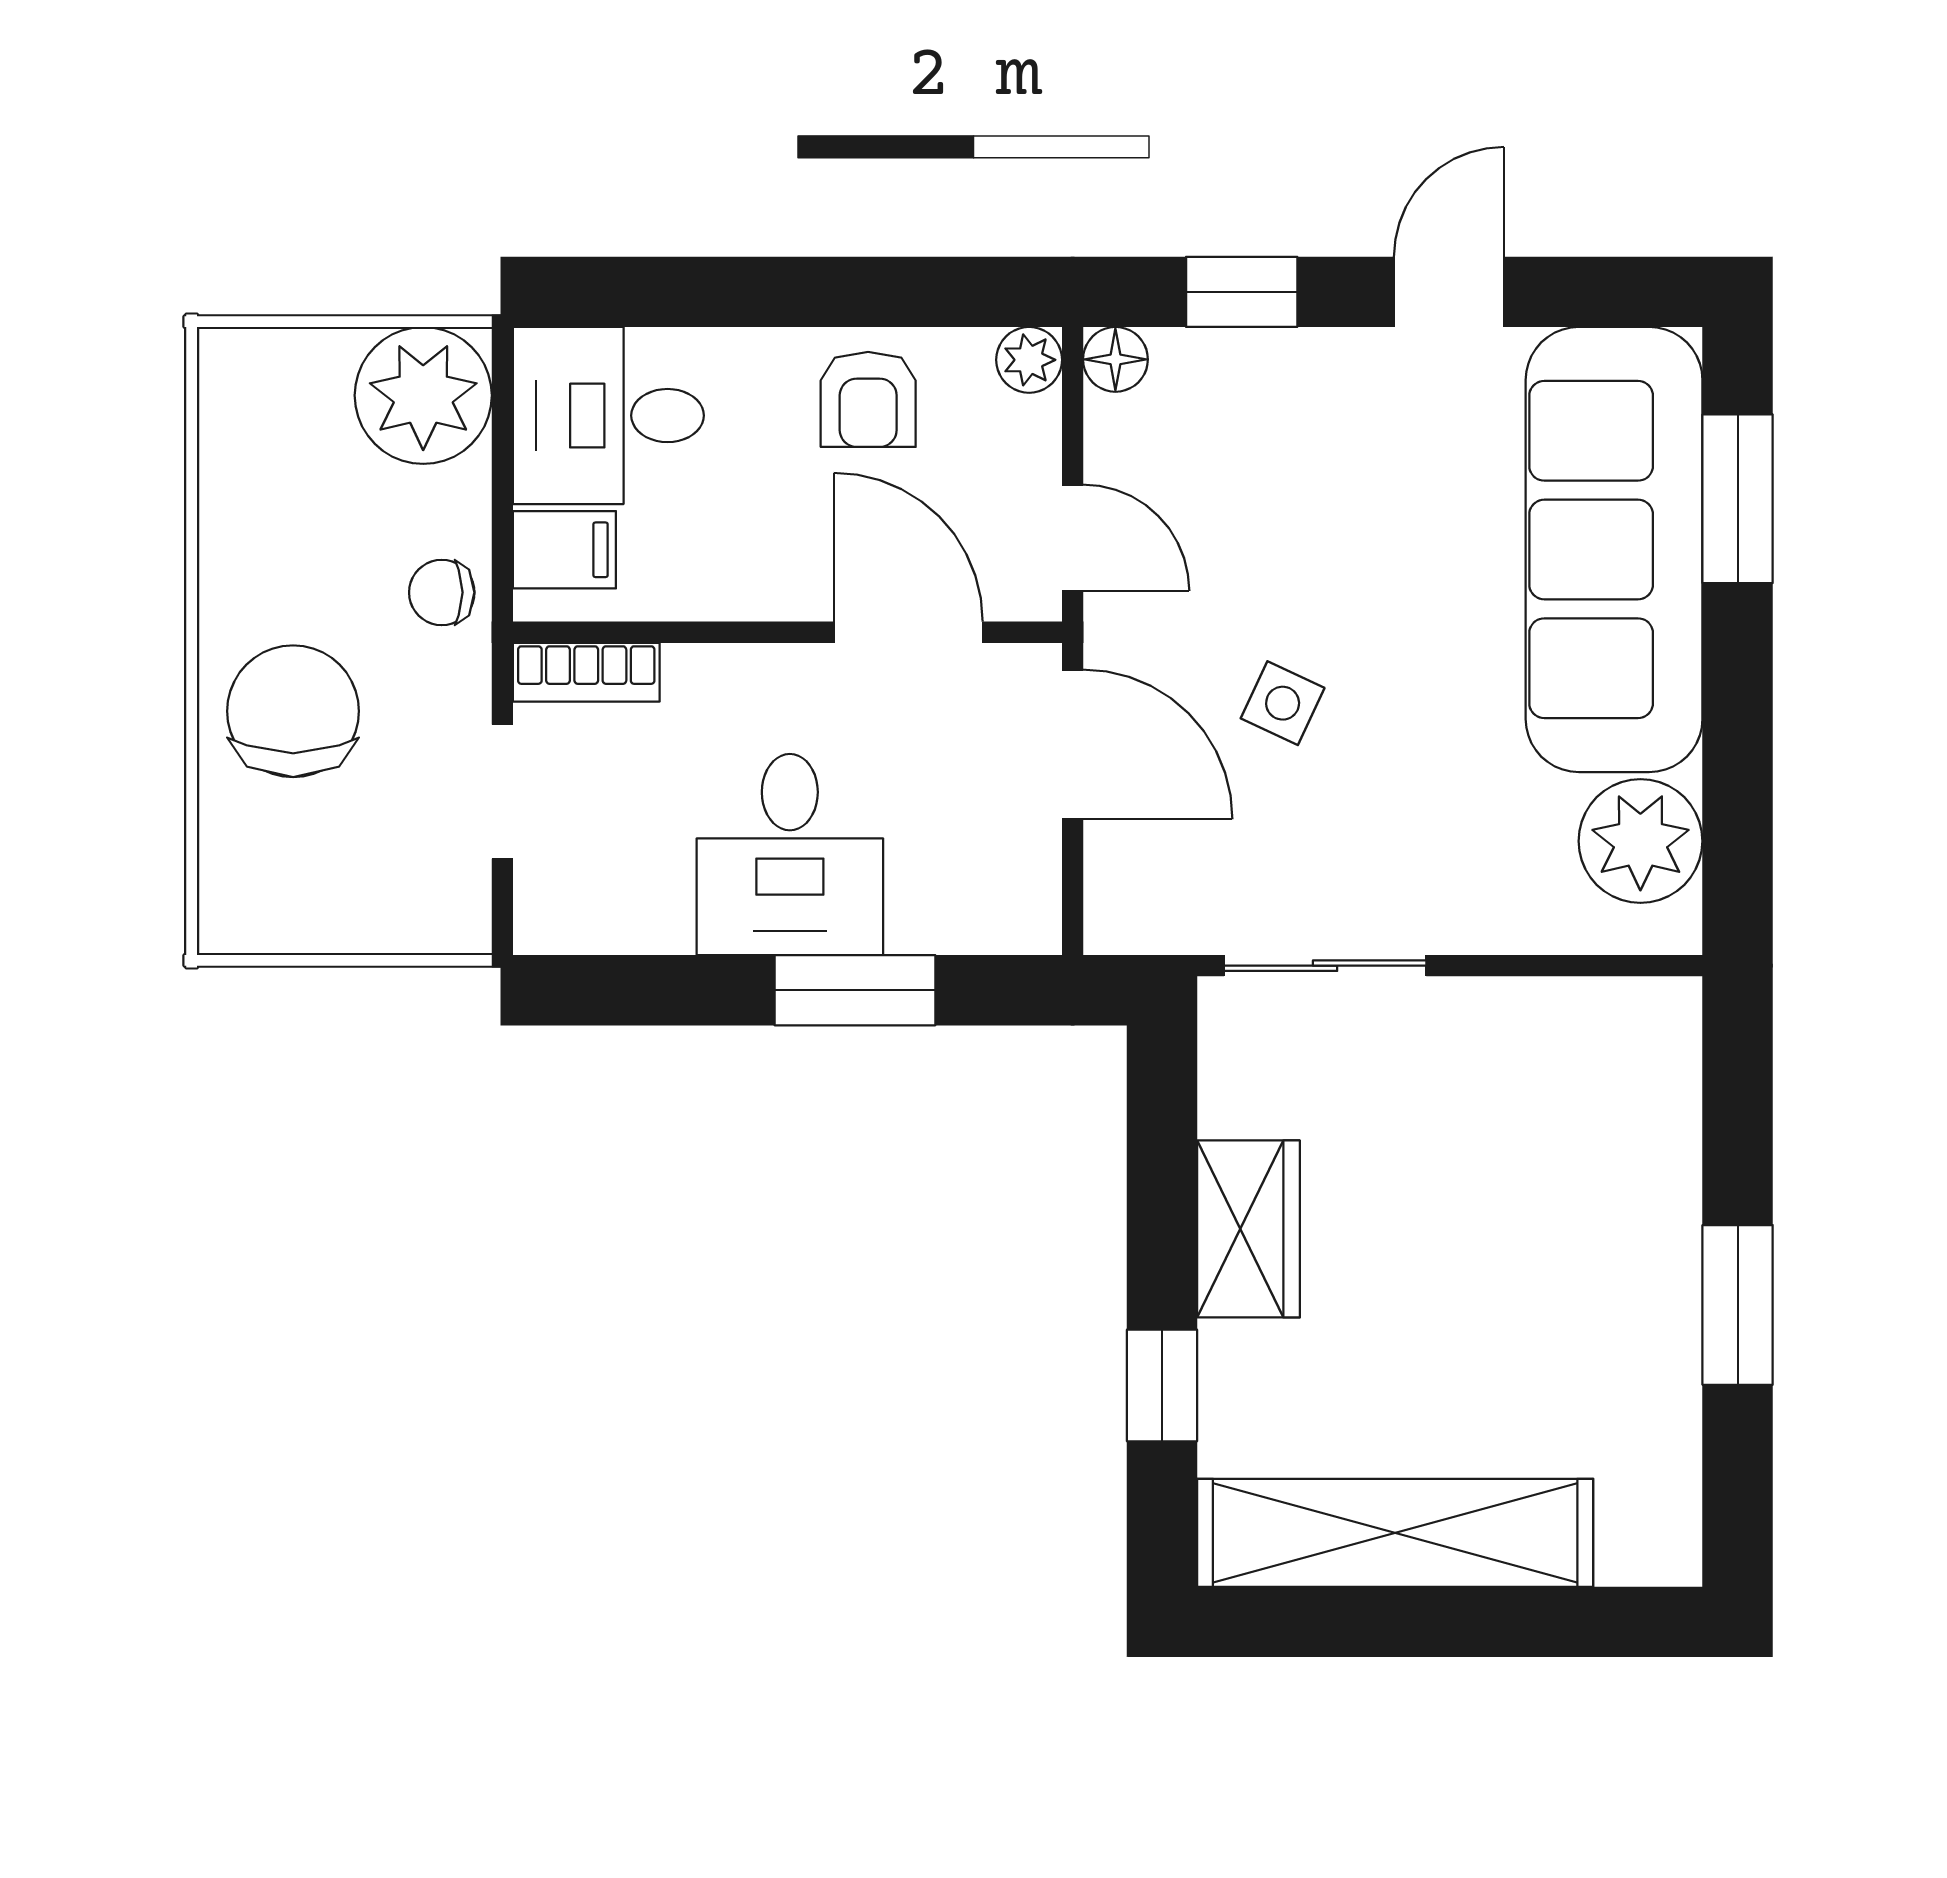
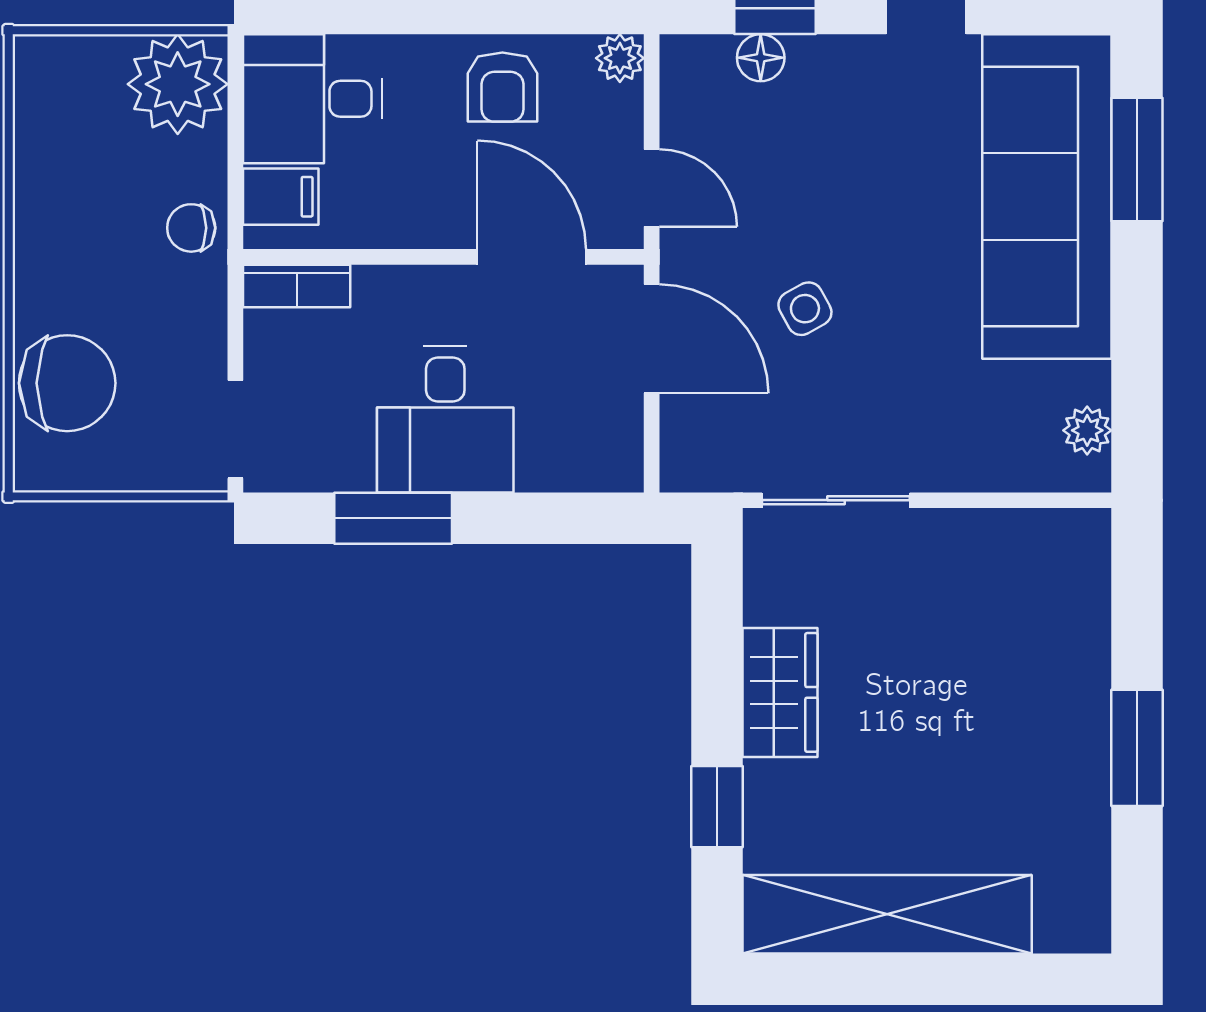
floor lamp: (1115, 359) -> (761, 58), moved
side table: (1283, 703) -> (805, 309), turned 36
chair: (293, 711) -> (67, 383), moved, turned 90
doorway: (502, 792) -> (235, 429), moved
plant: (1640, 841) -> (1087, 430), width x0.53, depth x0.53
window: (855, 990) -> (393, 518), moved

